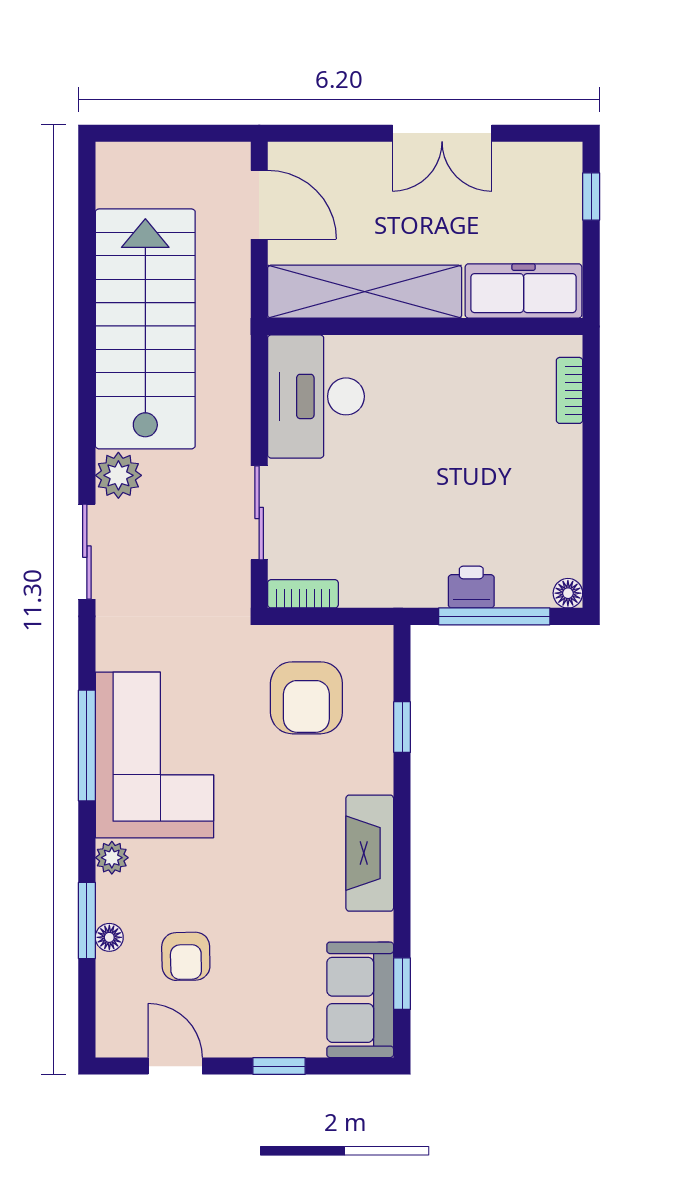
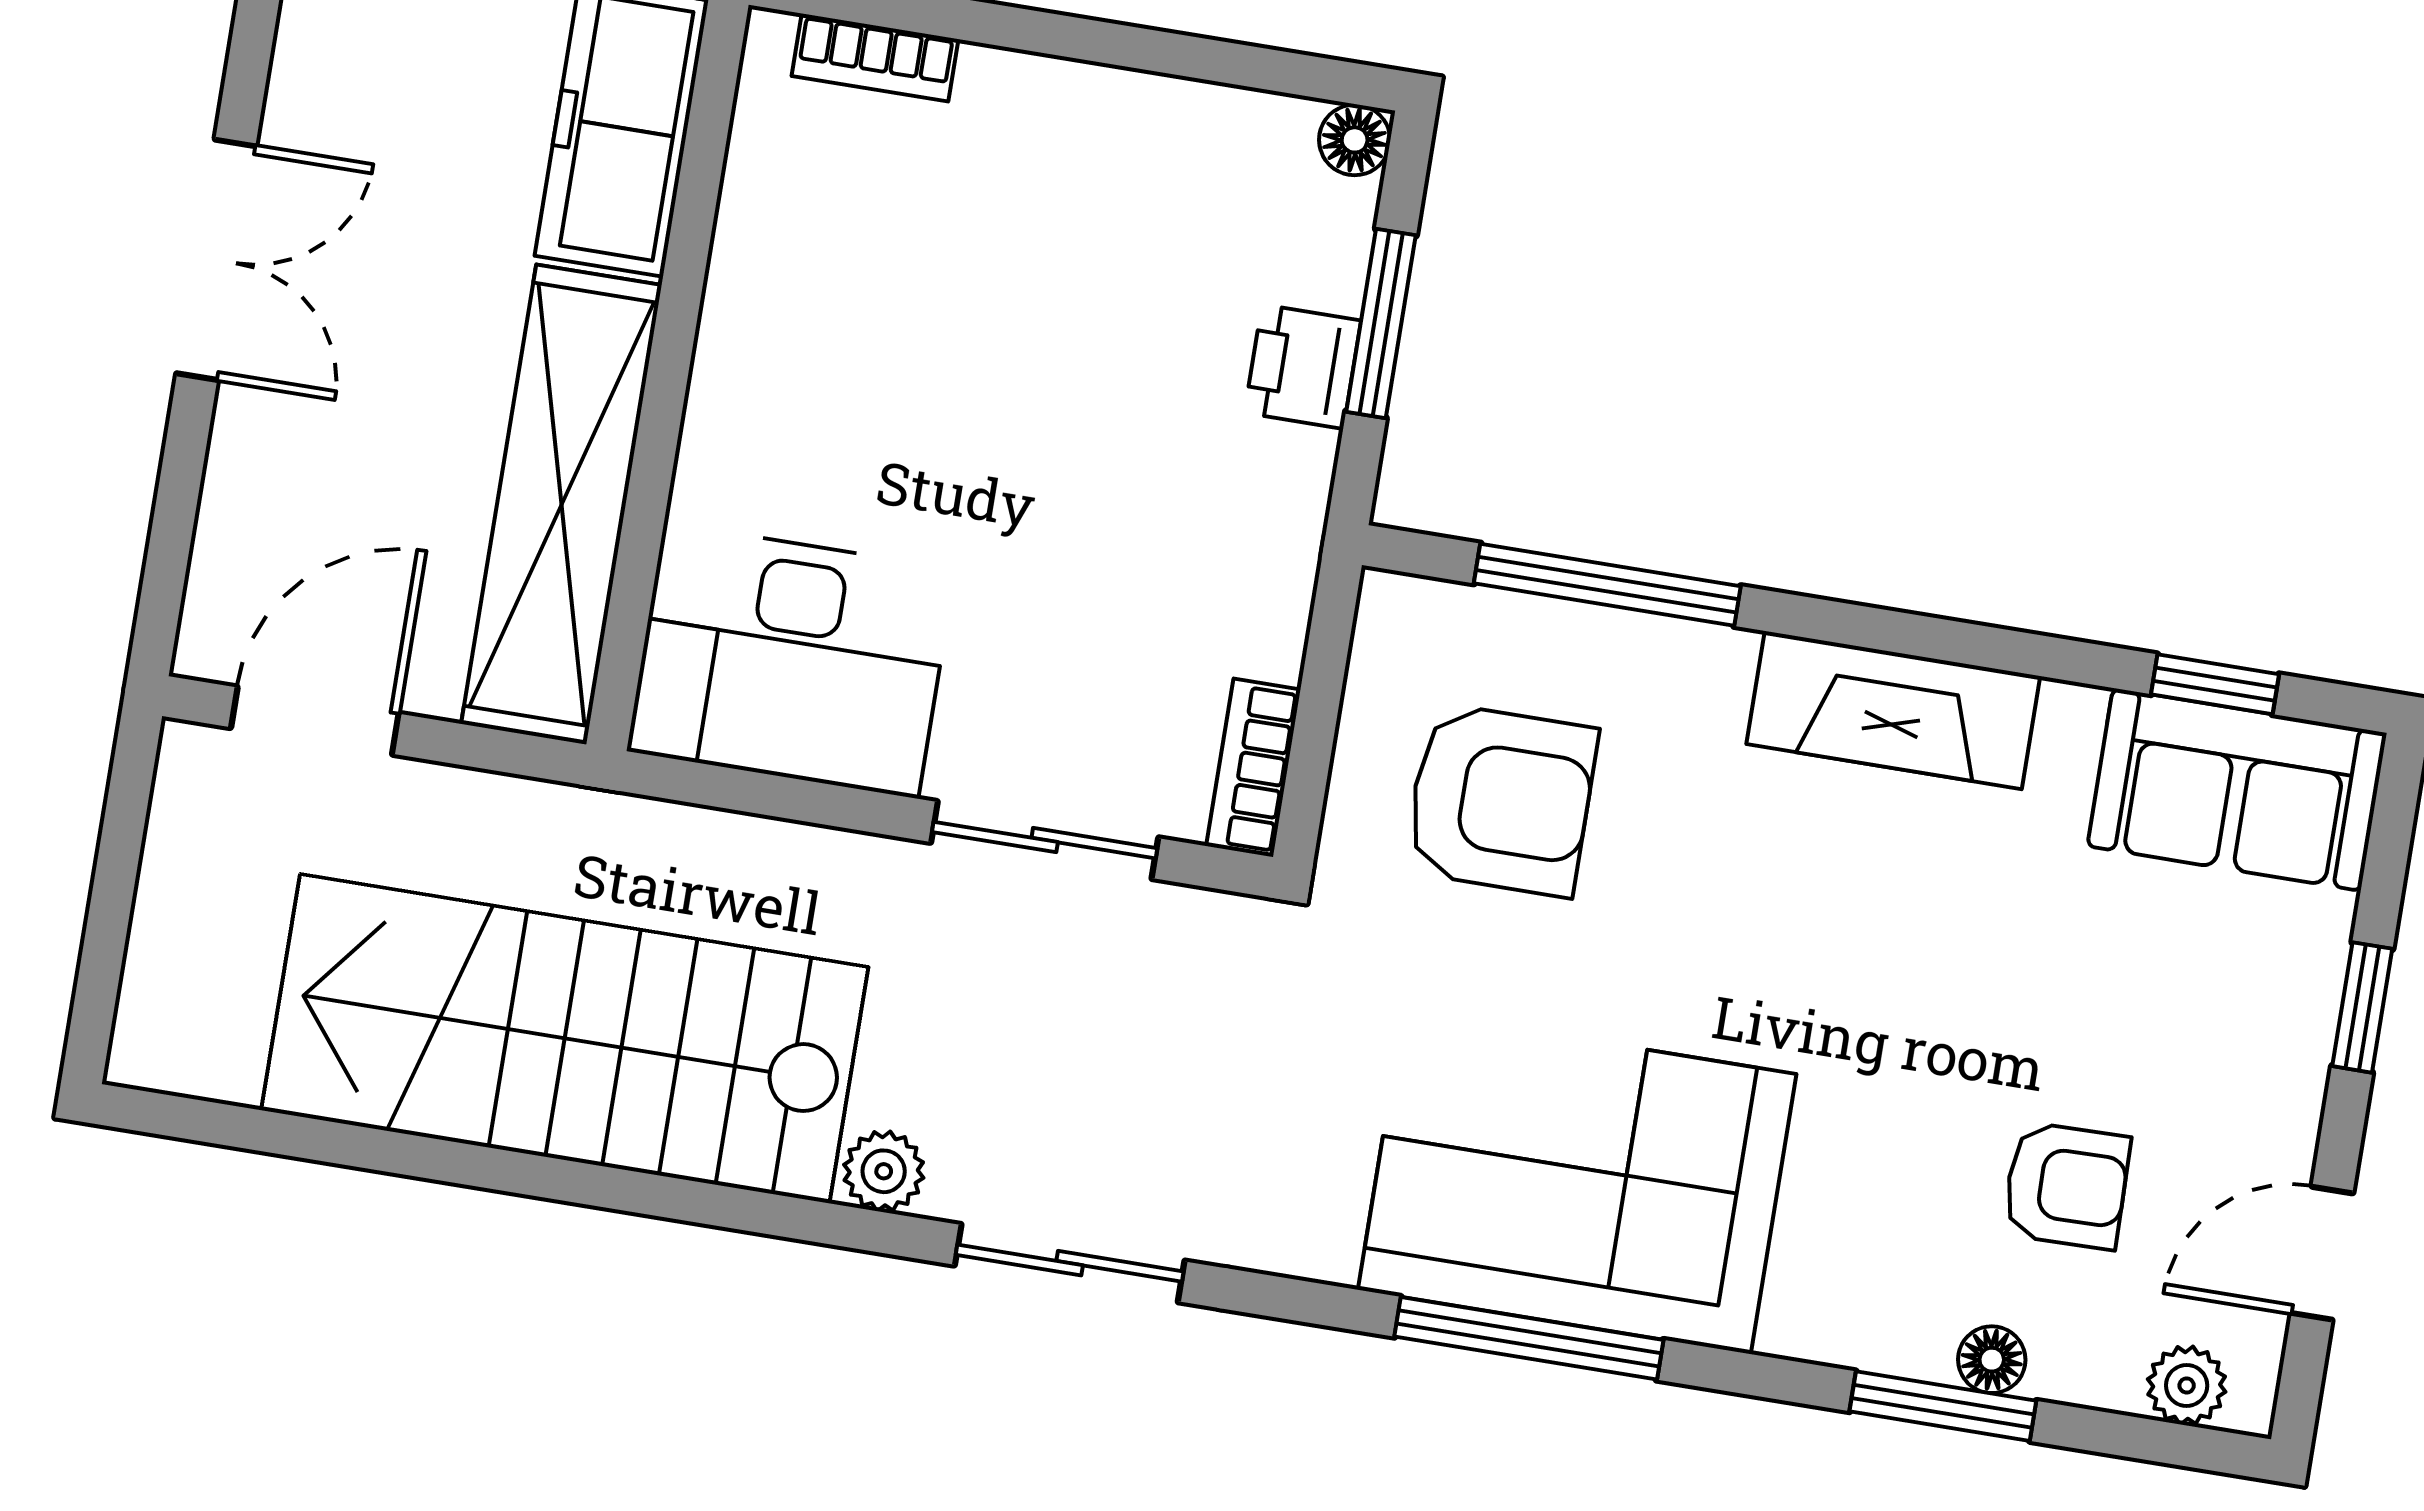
plant: (118, 475) -> (884, 1171), width x0.73, depth x0.73
window: (494, 616) -> (1381, 323), width x0.69
window: (402, 727) -> (1607, 585), width x2.17
plant: (112, 858) -> (2187, 1385), moved

